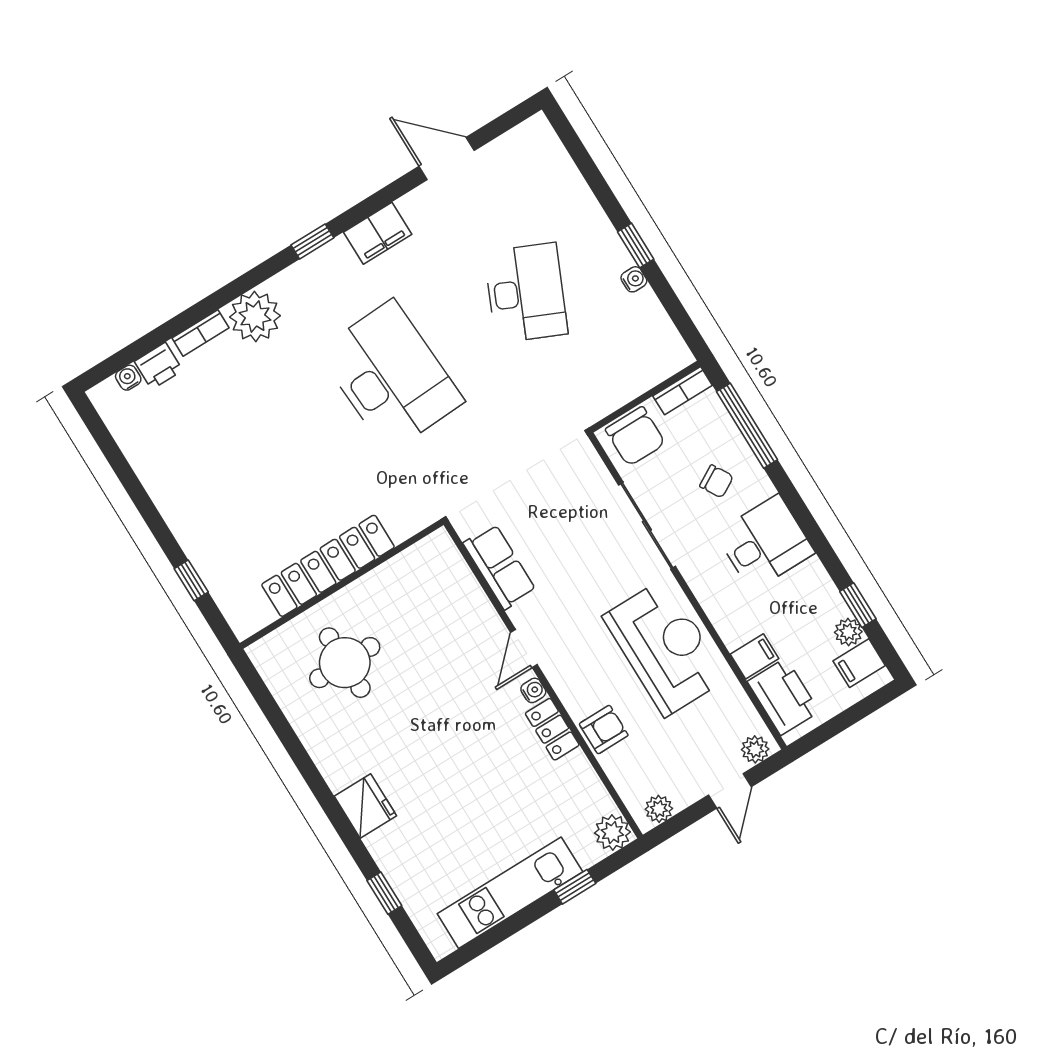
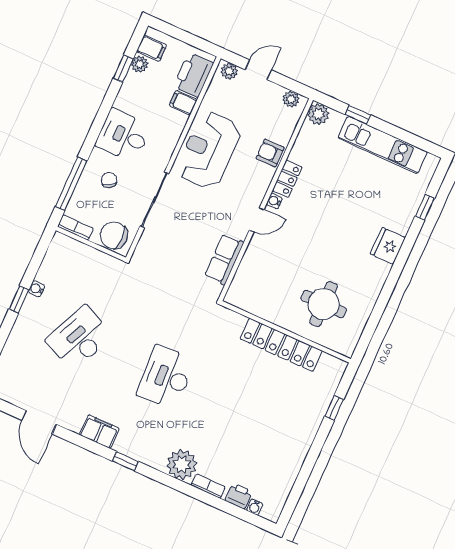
desk: (391, 376) -> (166, 377), width x0.73, depth x0.77
chair: (635, 436) -> (114, 235), turned -90

